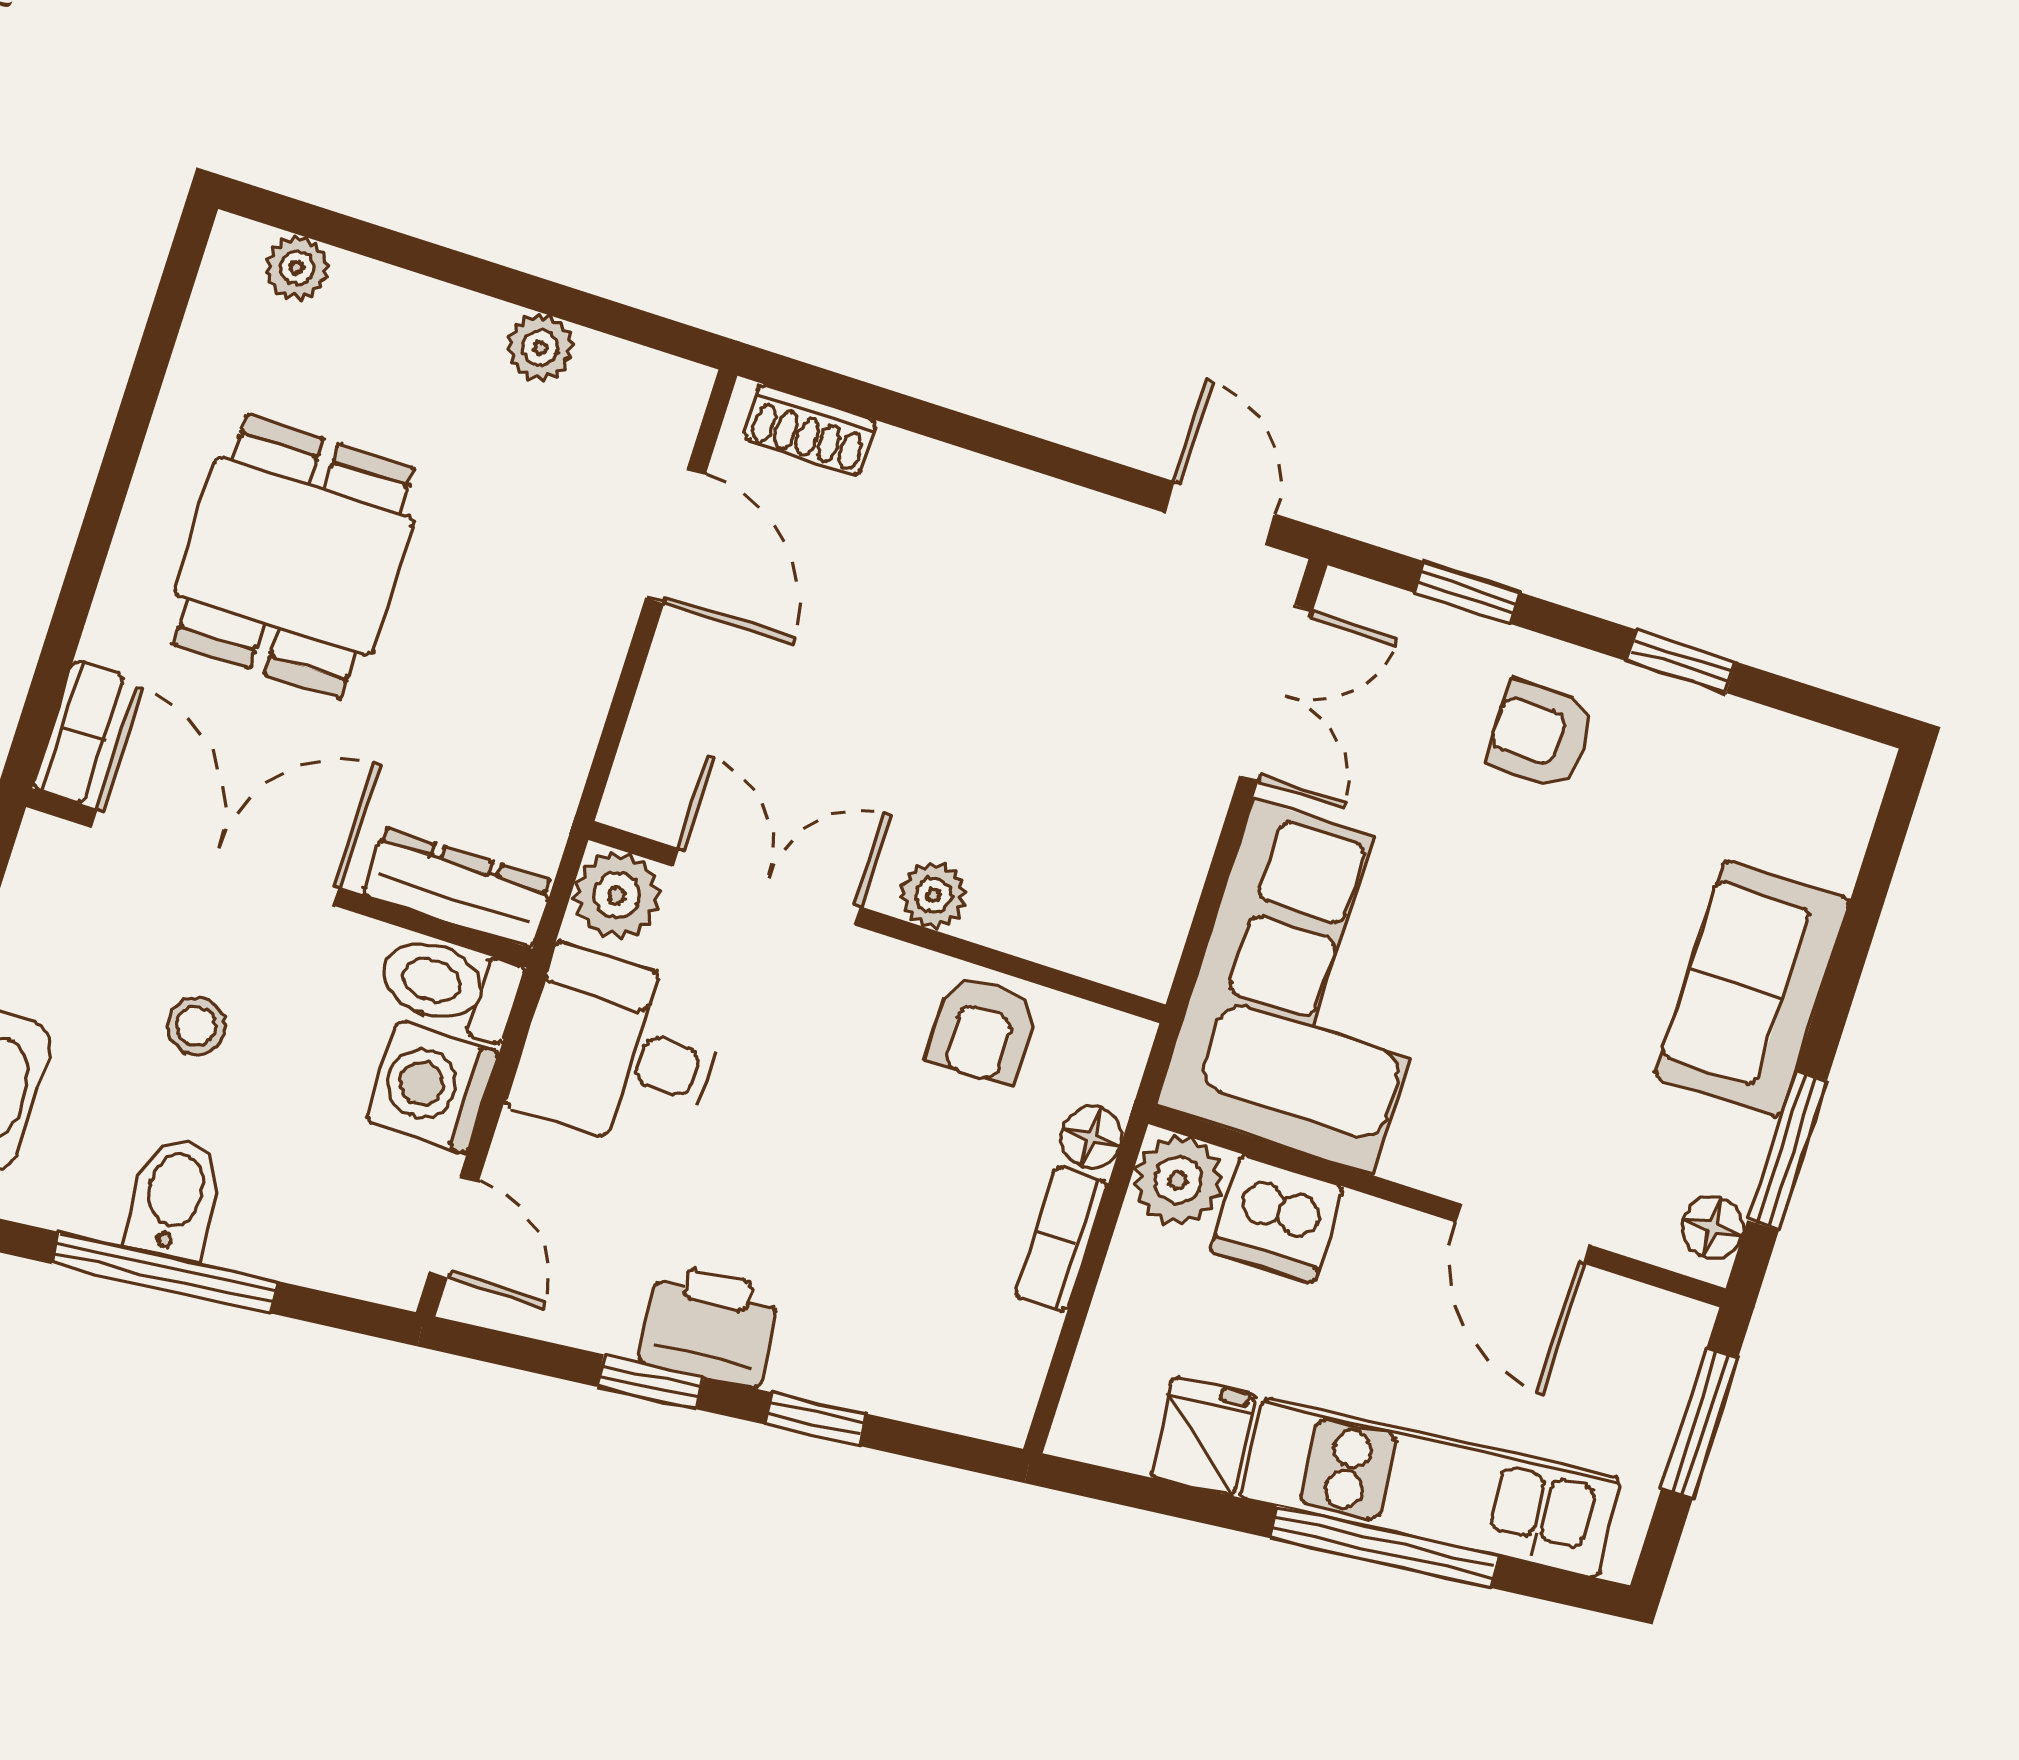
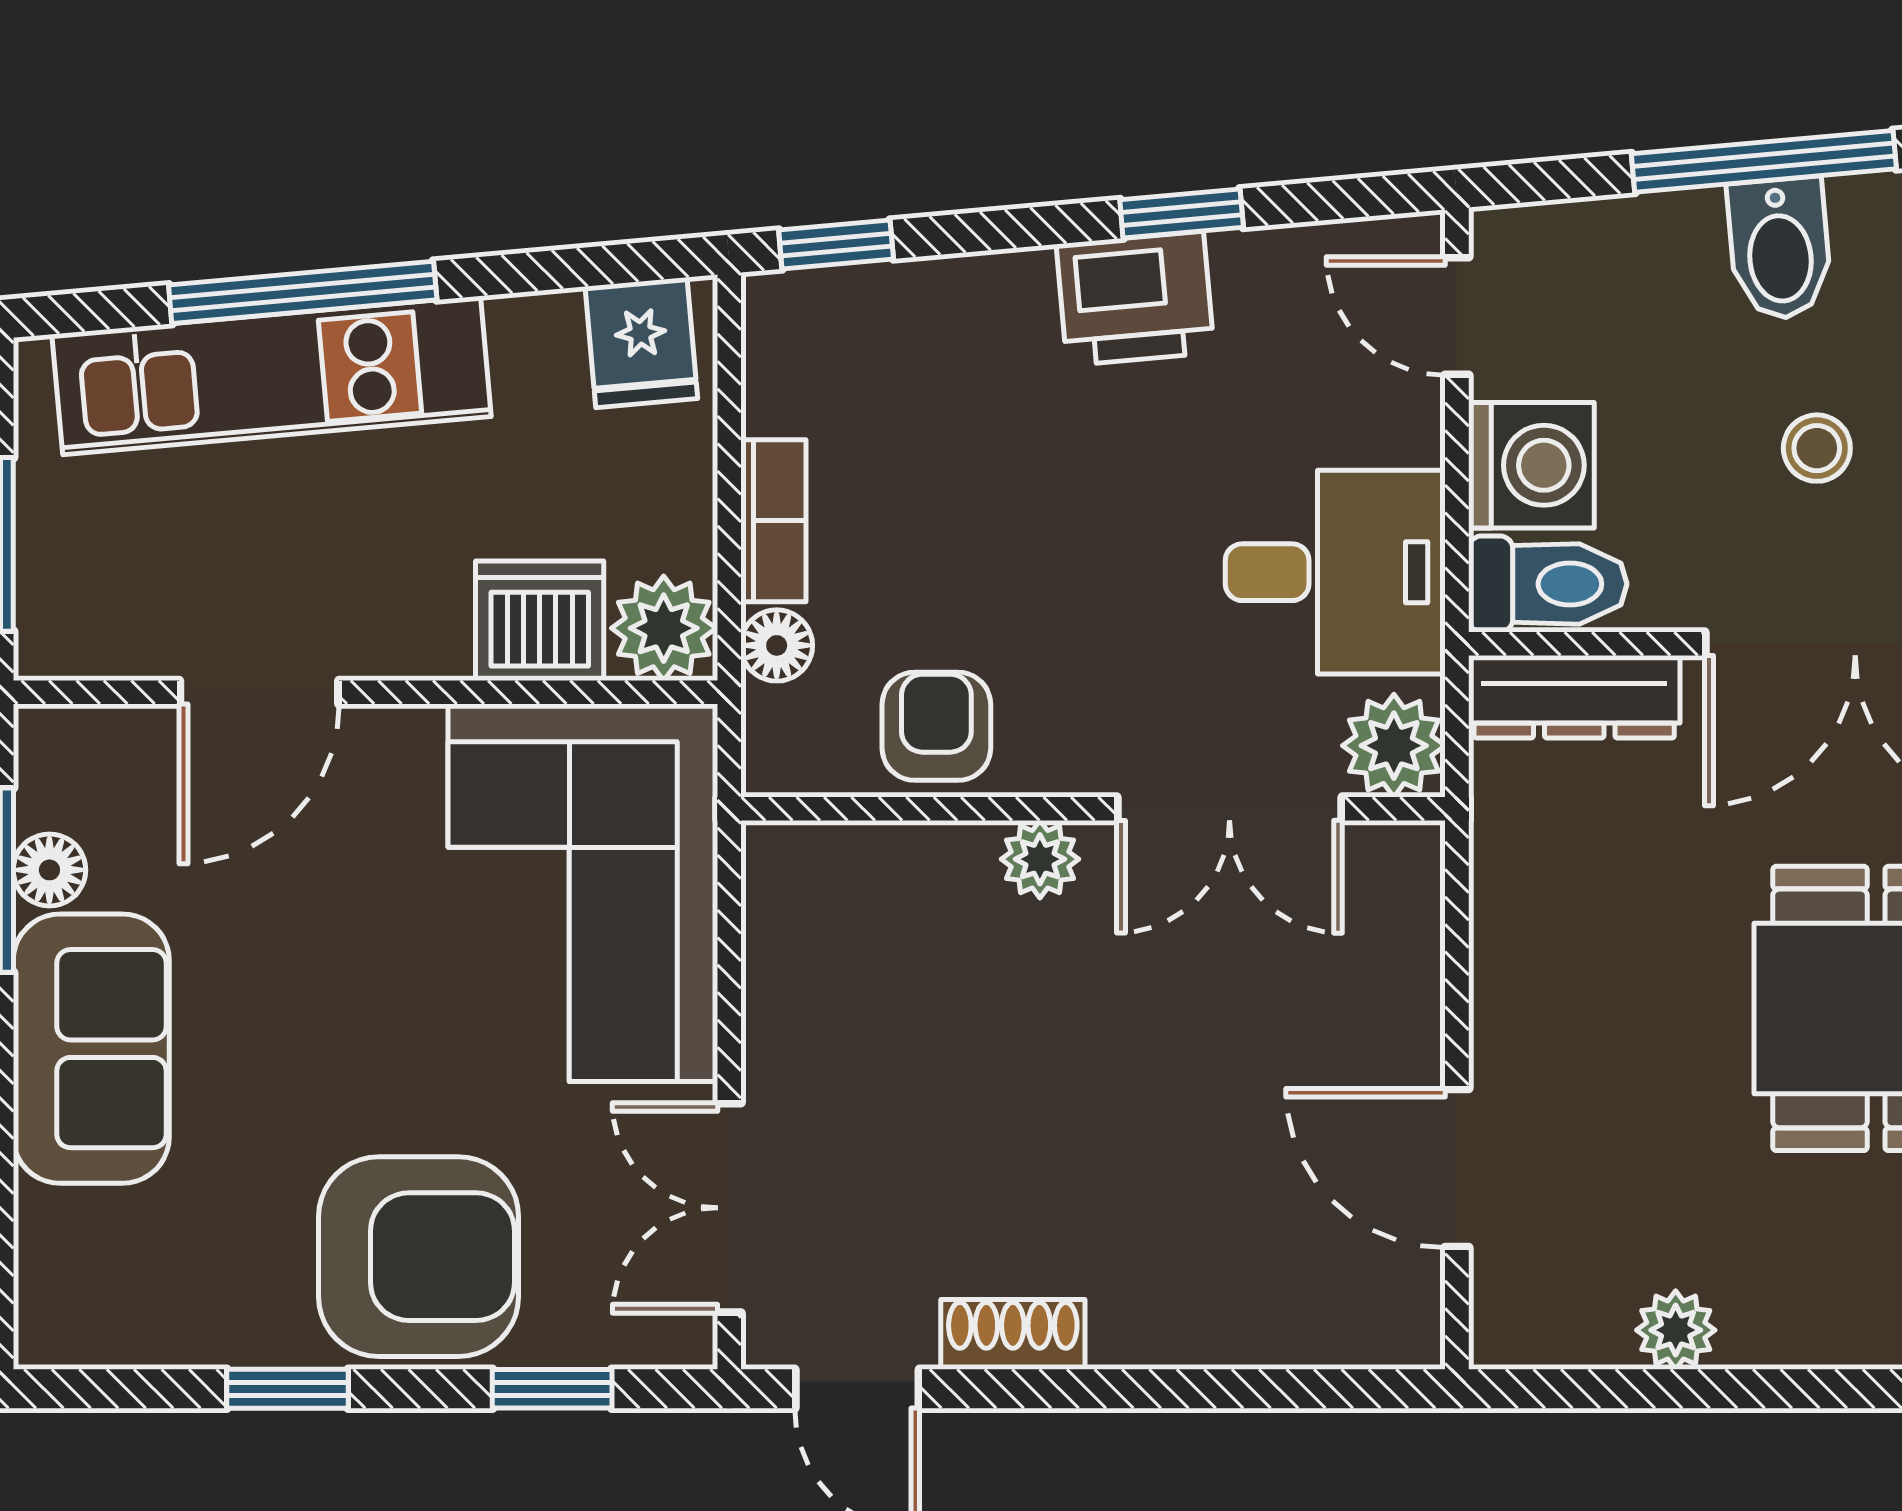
shoe rack: (809, 430) -> (1013, 1334), moved
armchair: (1541, 735) -> (419, 1257), width x1.88, depth x1.88
floor lamp: (1713, 1227) -> (49, 870), moved
door: (1523, 1234) -> (259, 692), swing flipped
window: (815, 1419) -> (836, 245), moved
fridge: (1203, 1436) -> (641, 343), moved

